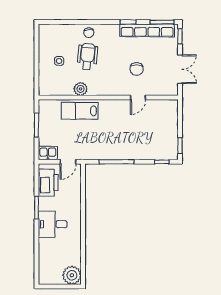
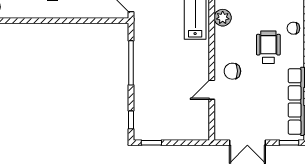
wheelchair: (88, 56) -> (268, 47), moved, turned -95
chair: (137, 69) -> (232, 71), moved
door: (138, 98) -> (212, 90), hinge flipped

